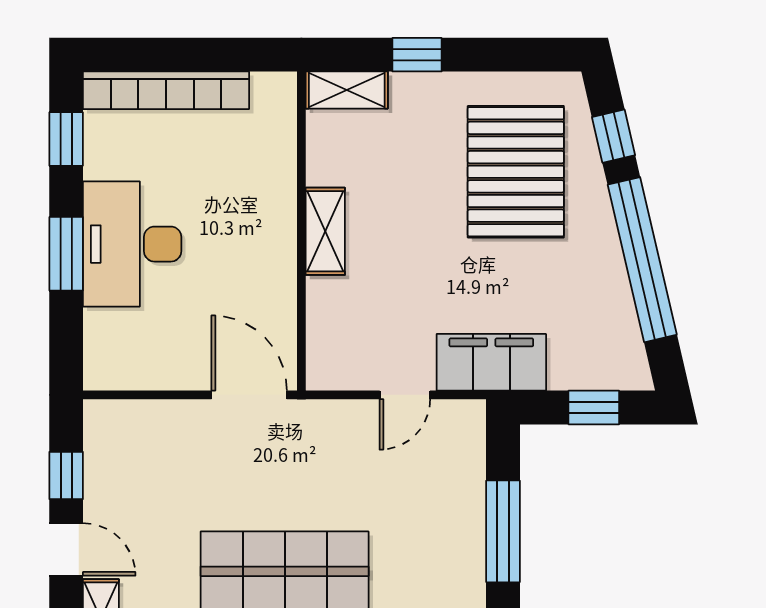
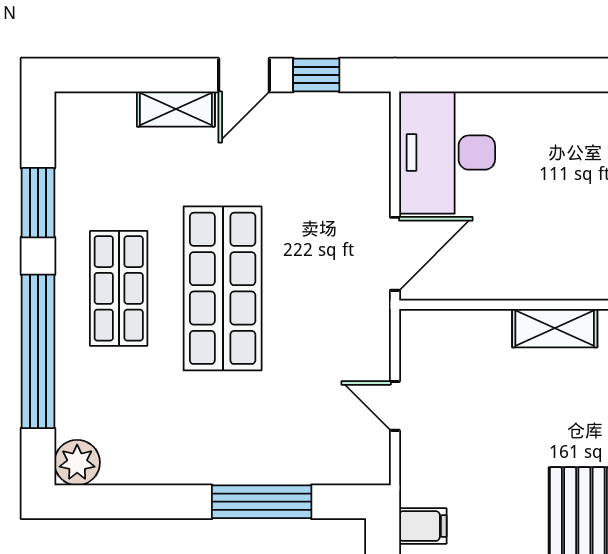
desk: (132, 244) -> (447, 153), moved, turned -90
window: (66, 254) -> (533, 75), removed
filing cabinet: (491, 362) -> (423, 526), width x0.33, depth x0.86

